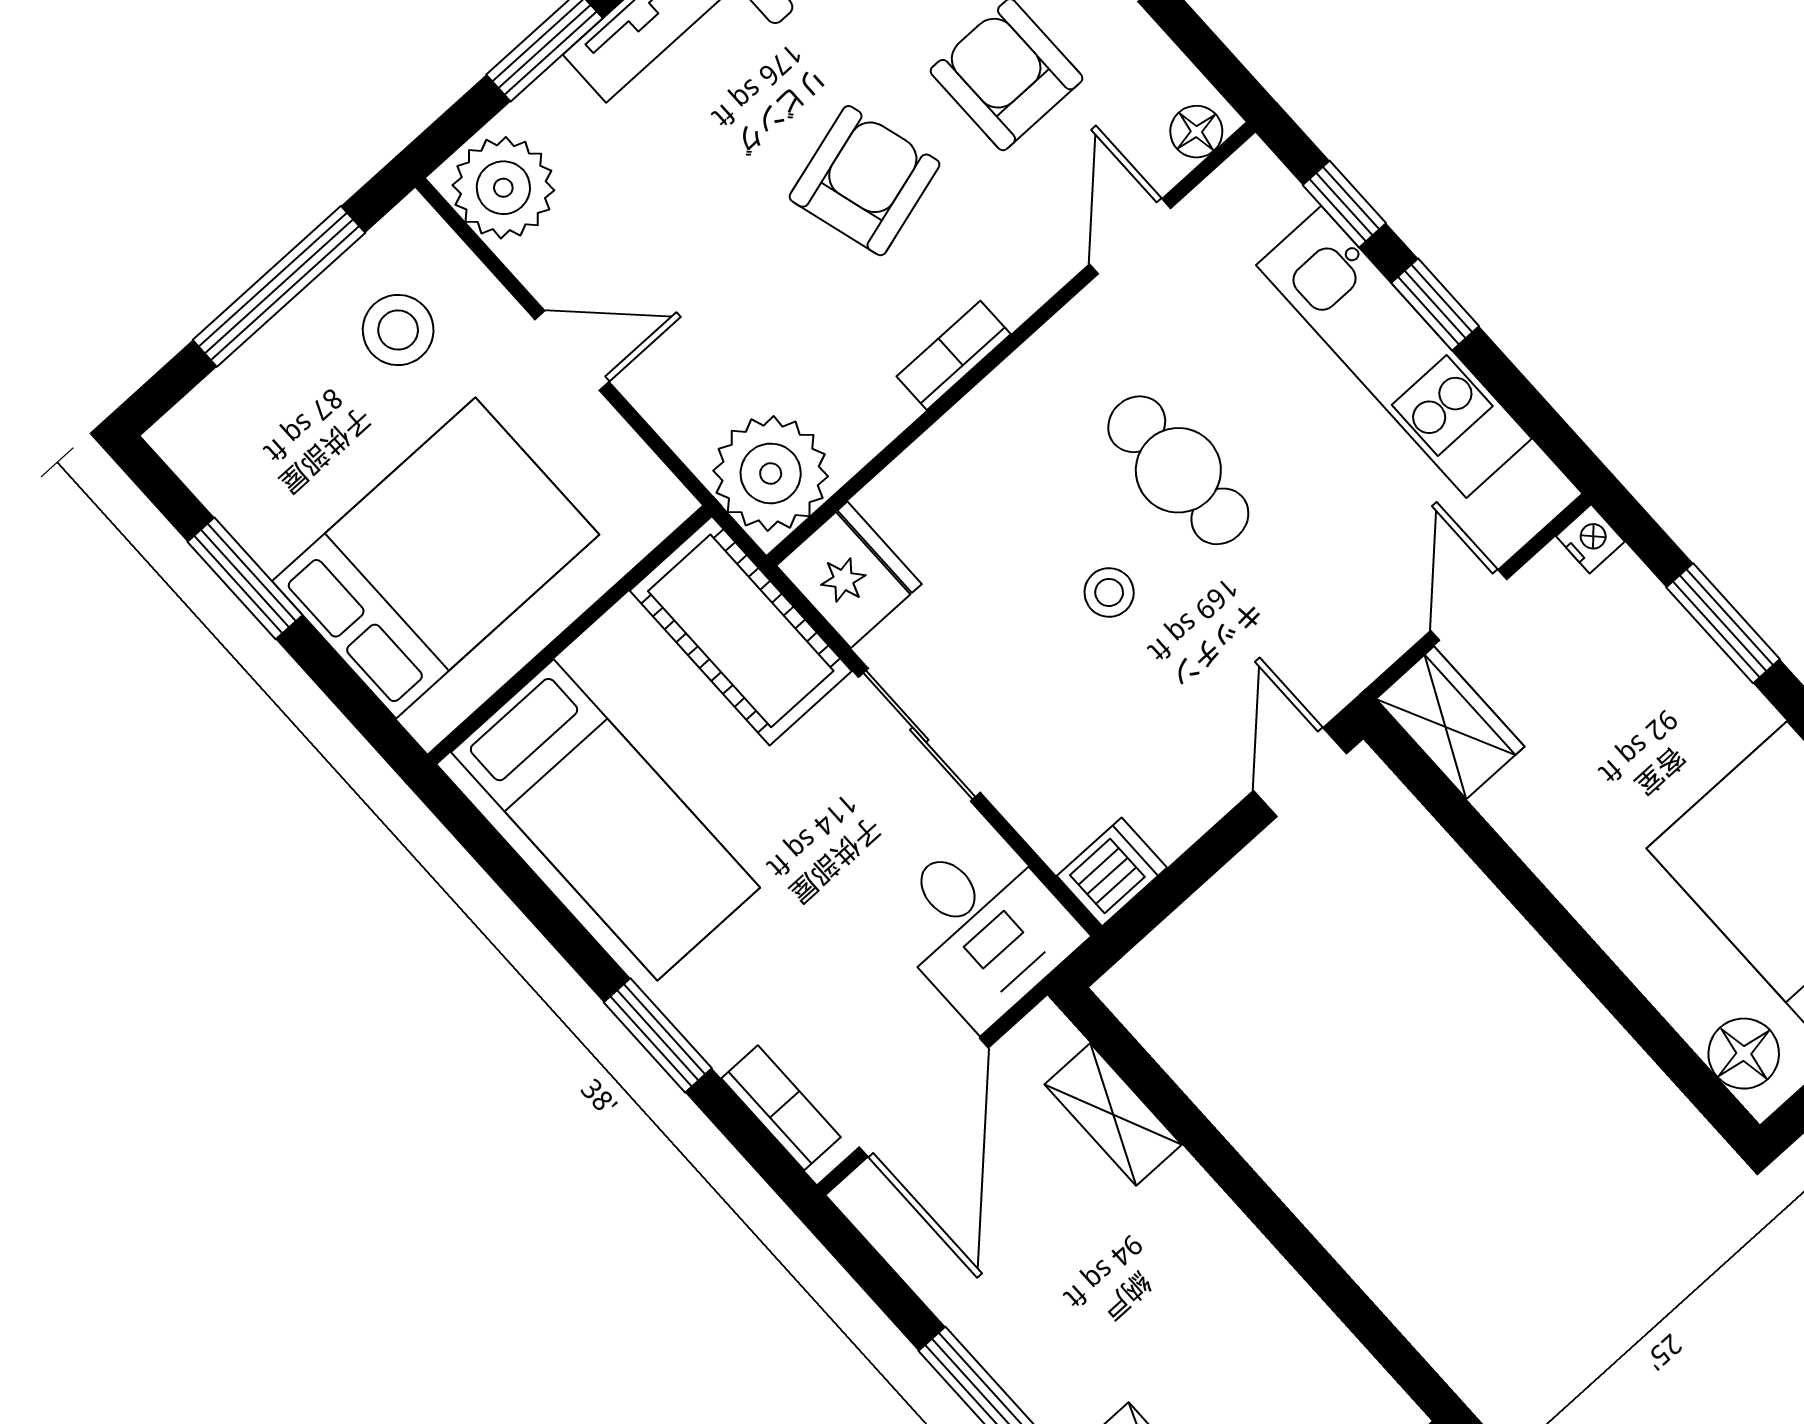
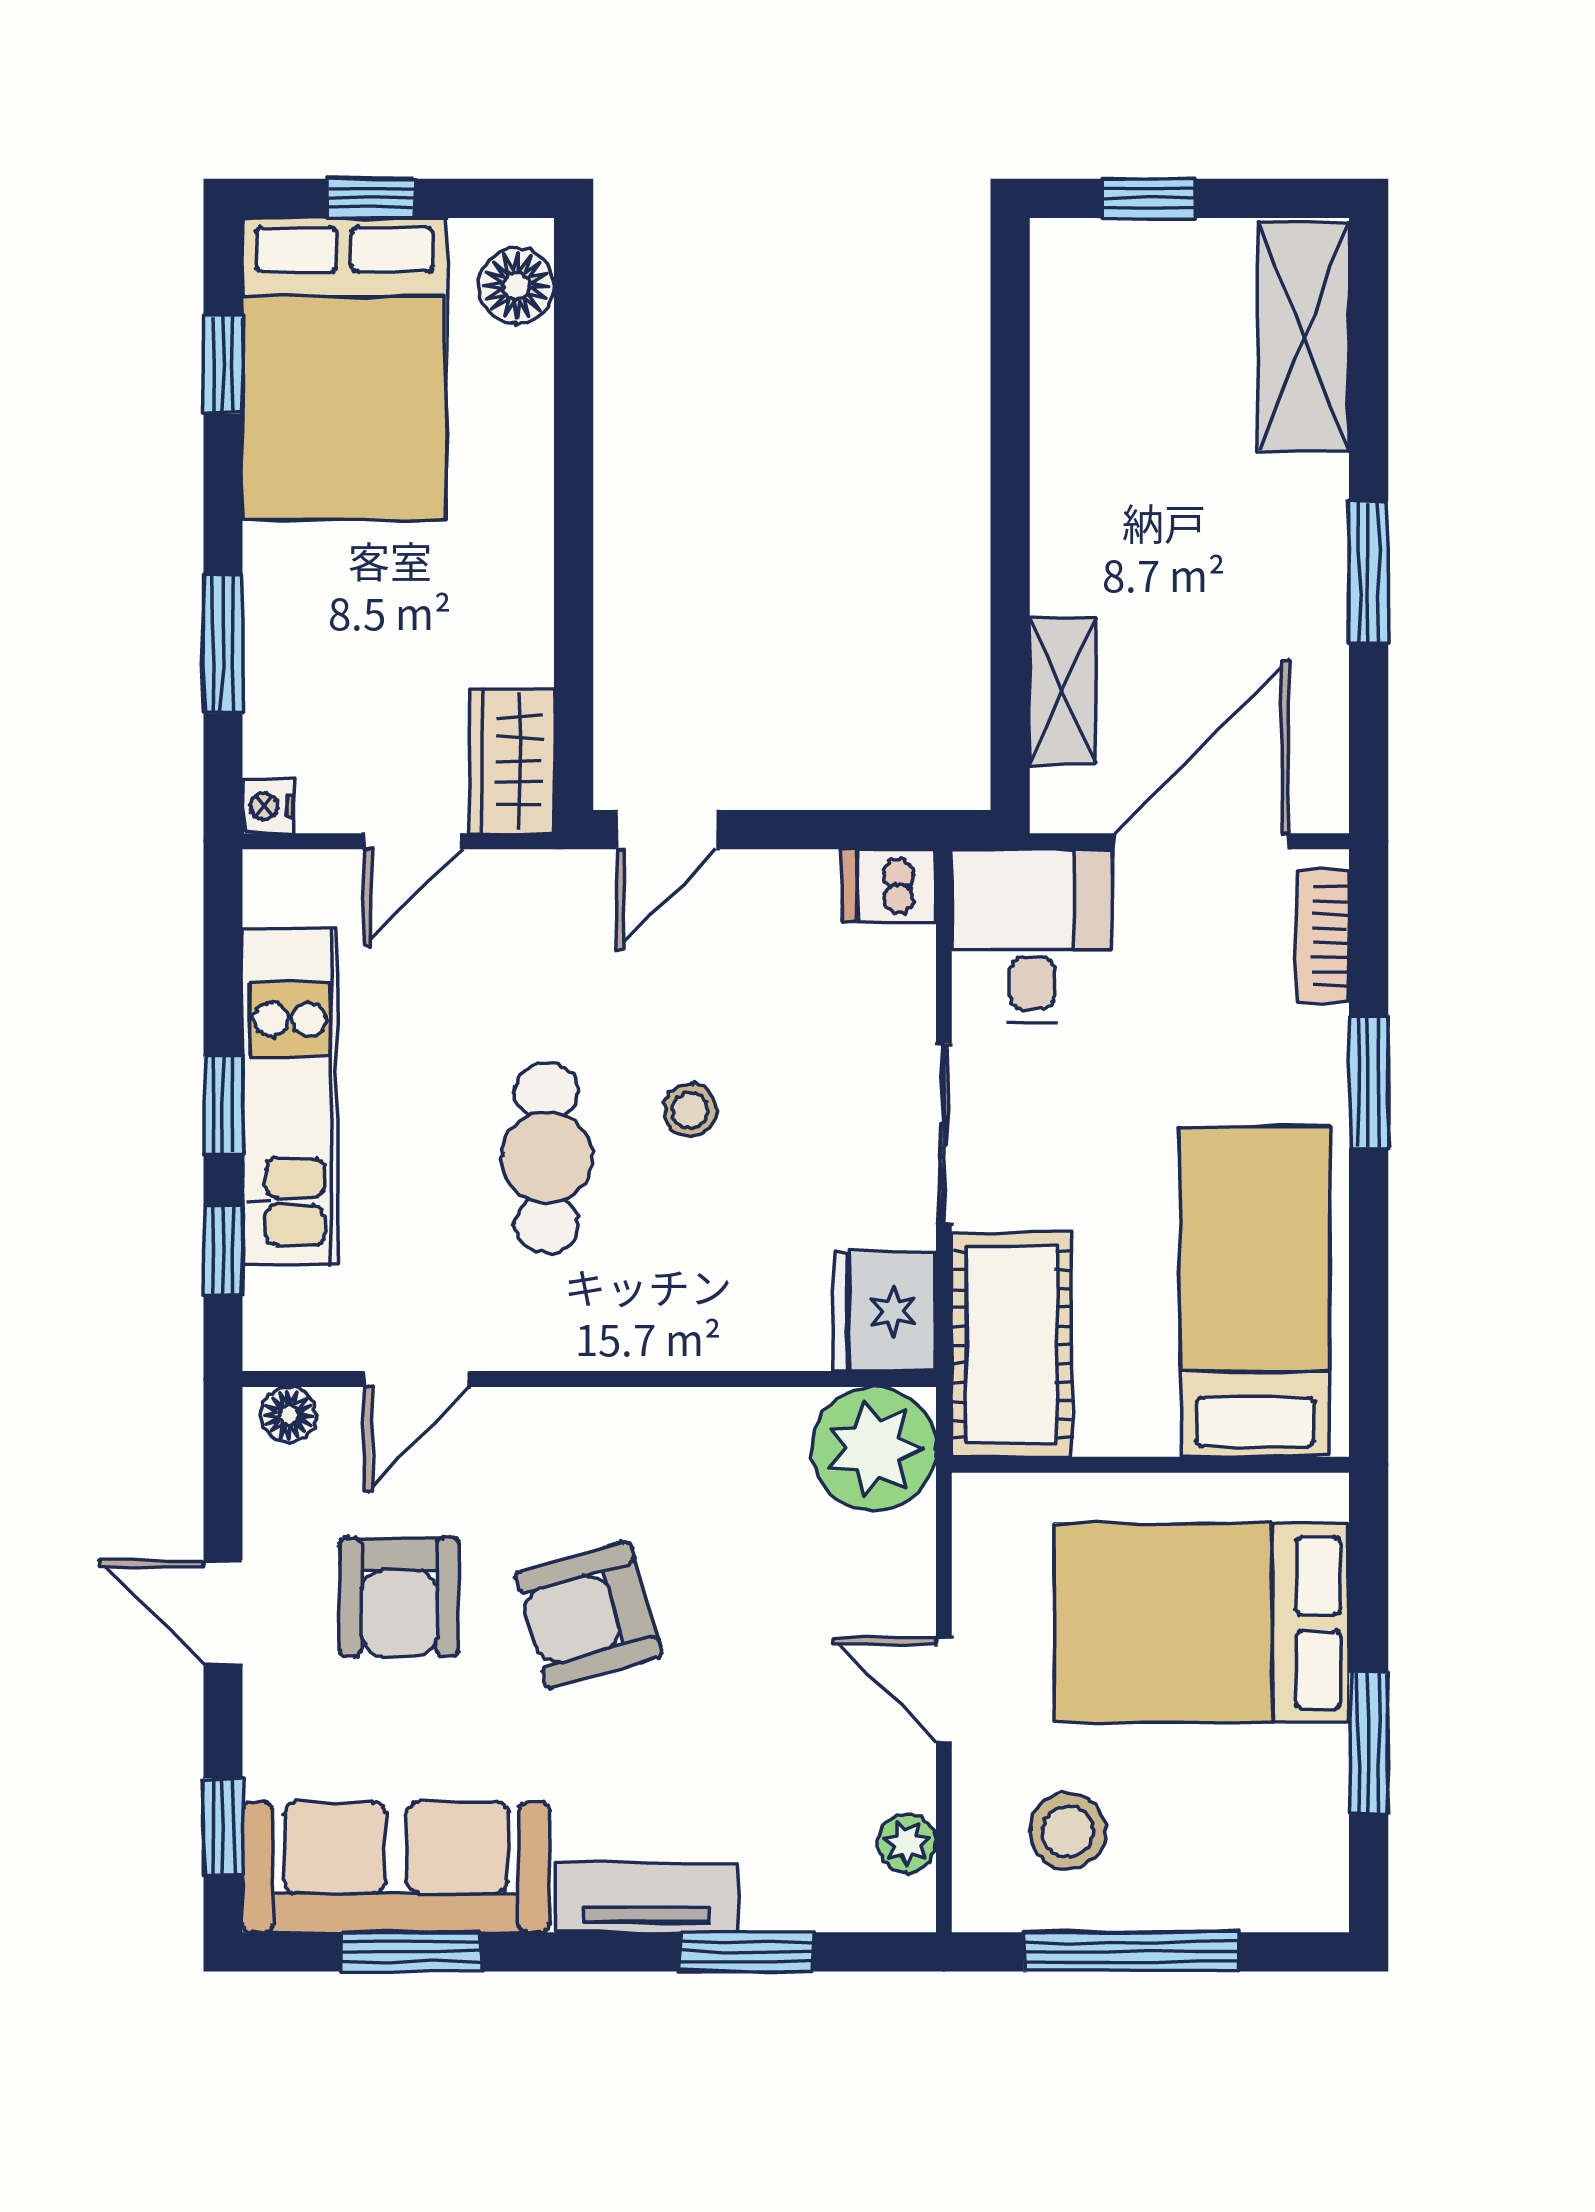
plant: (503, 188) -> (907, 1843), width x0.53, depth x0.53
bookcase: (954, 355) -> (643, 1411), removed

